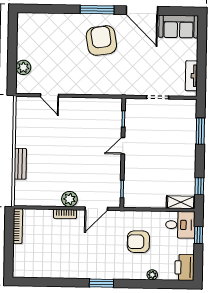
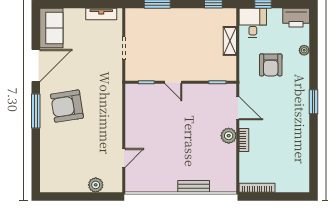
shelving: (181, 202) -> (230, 41), moved

